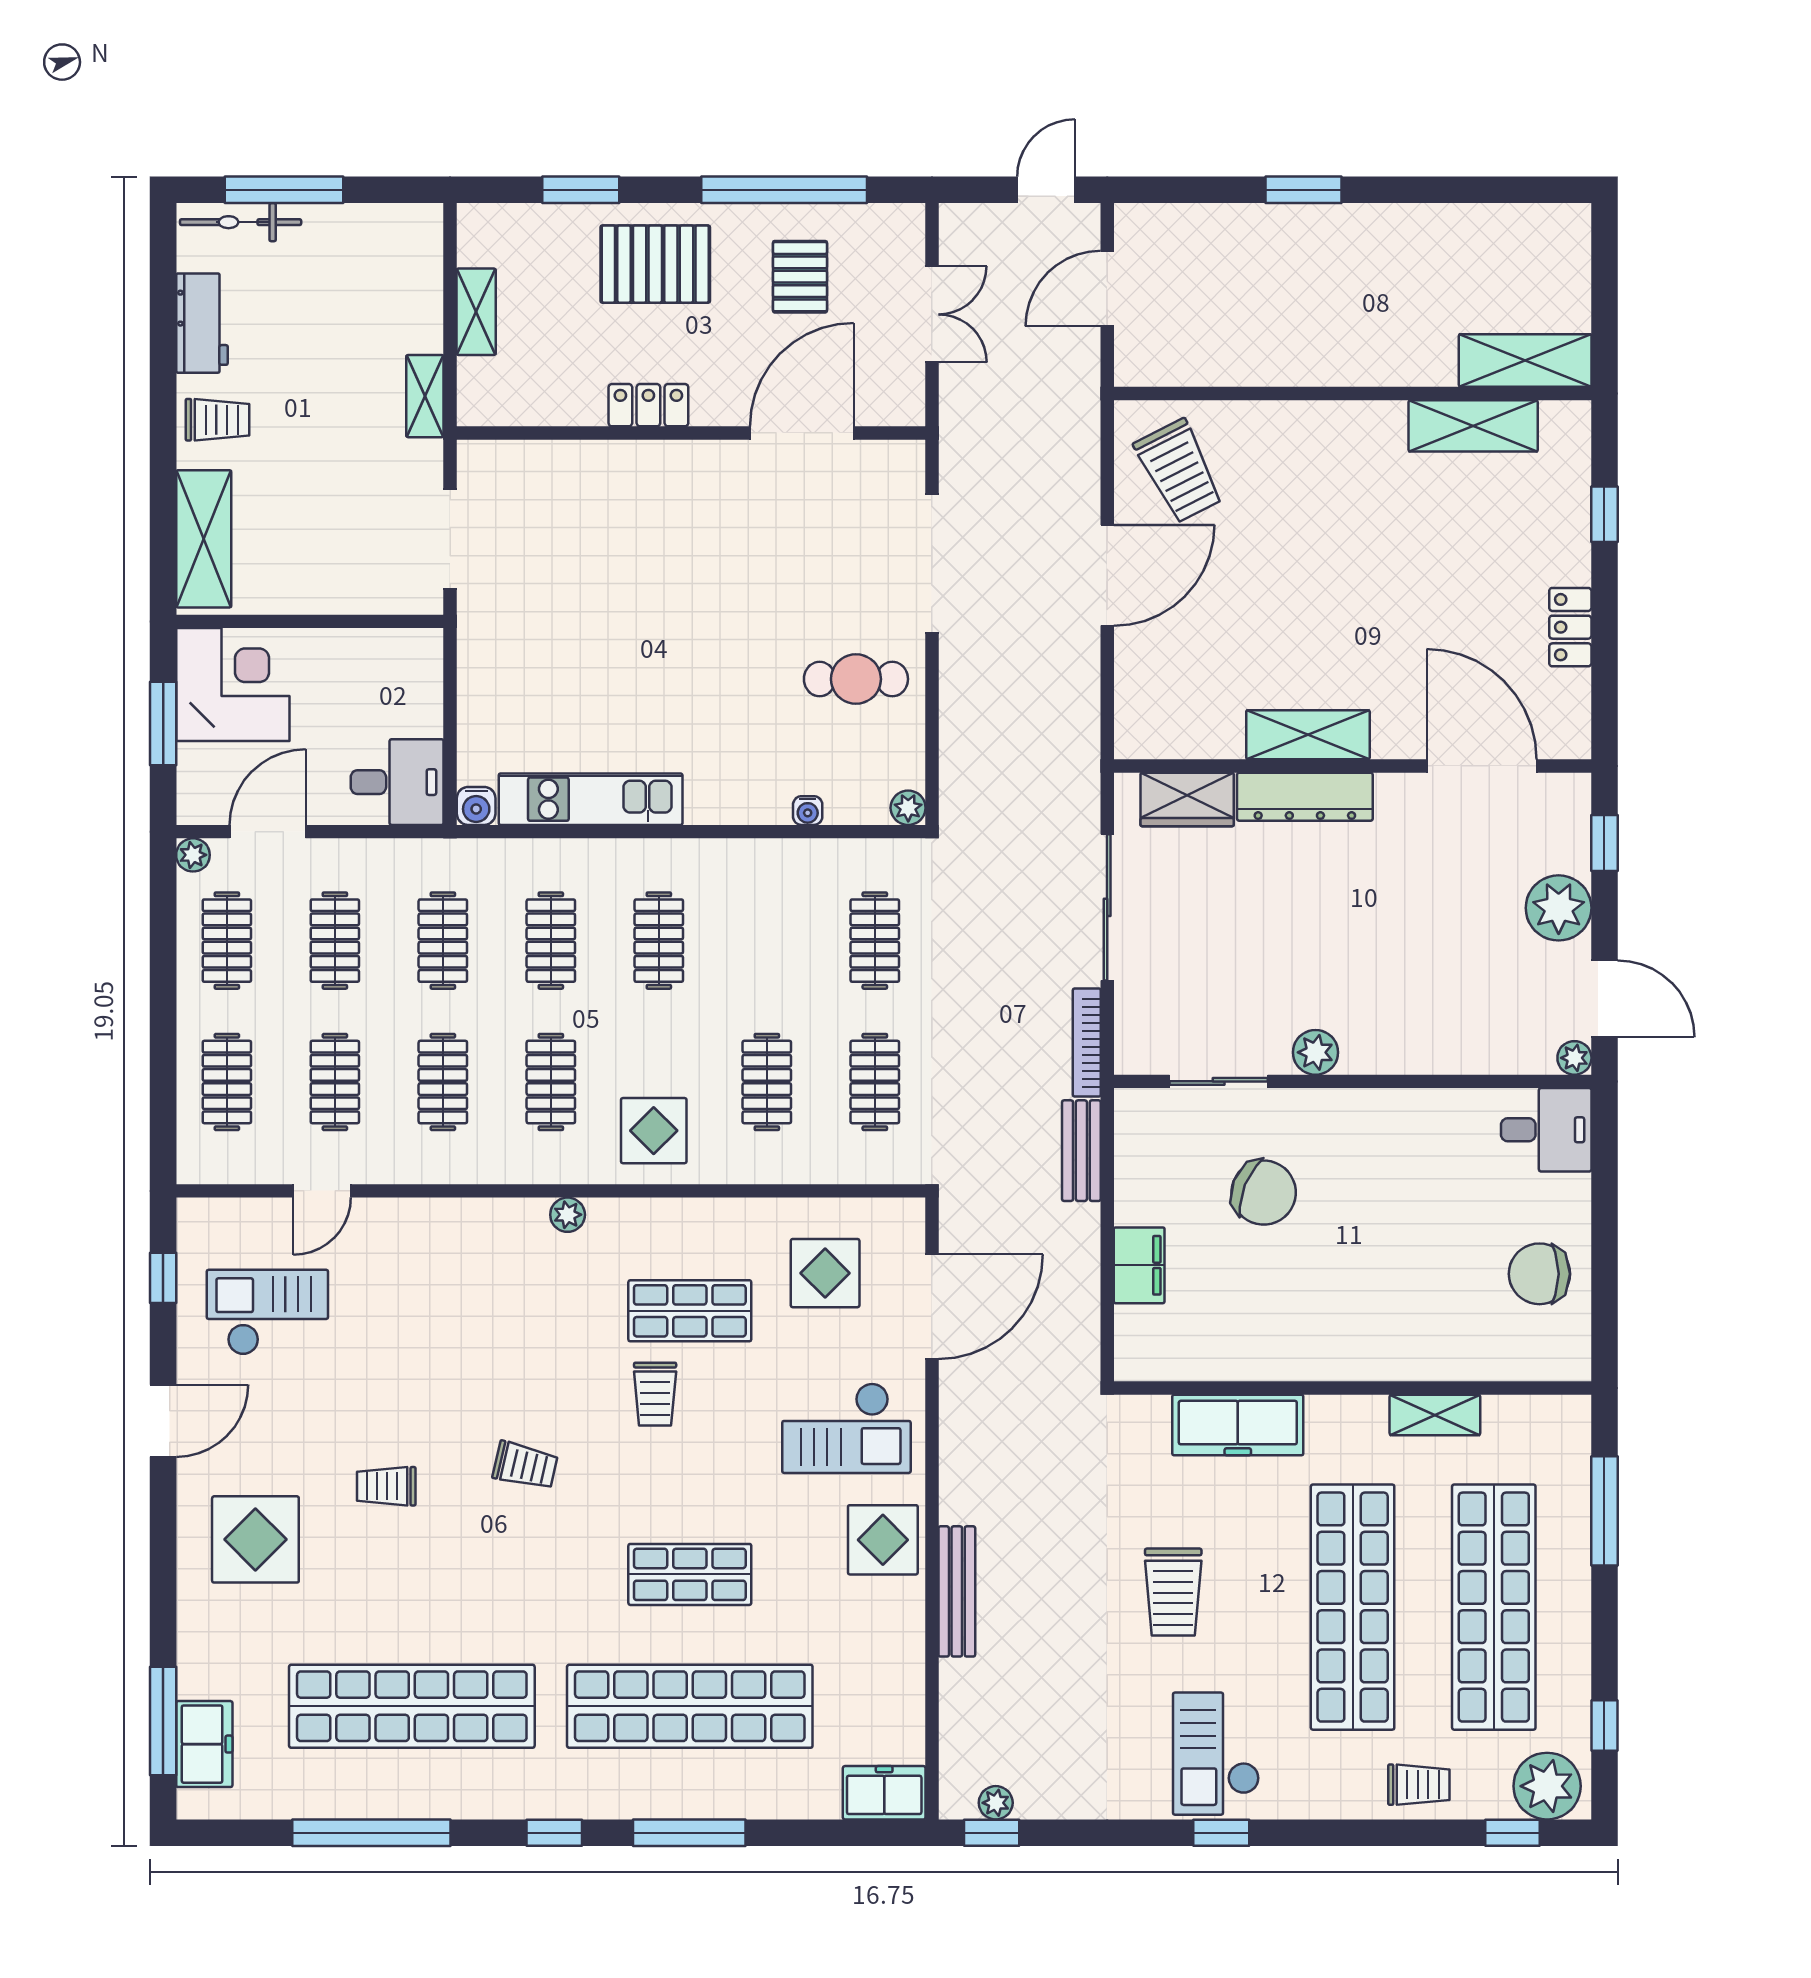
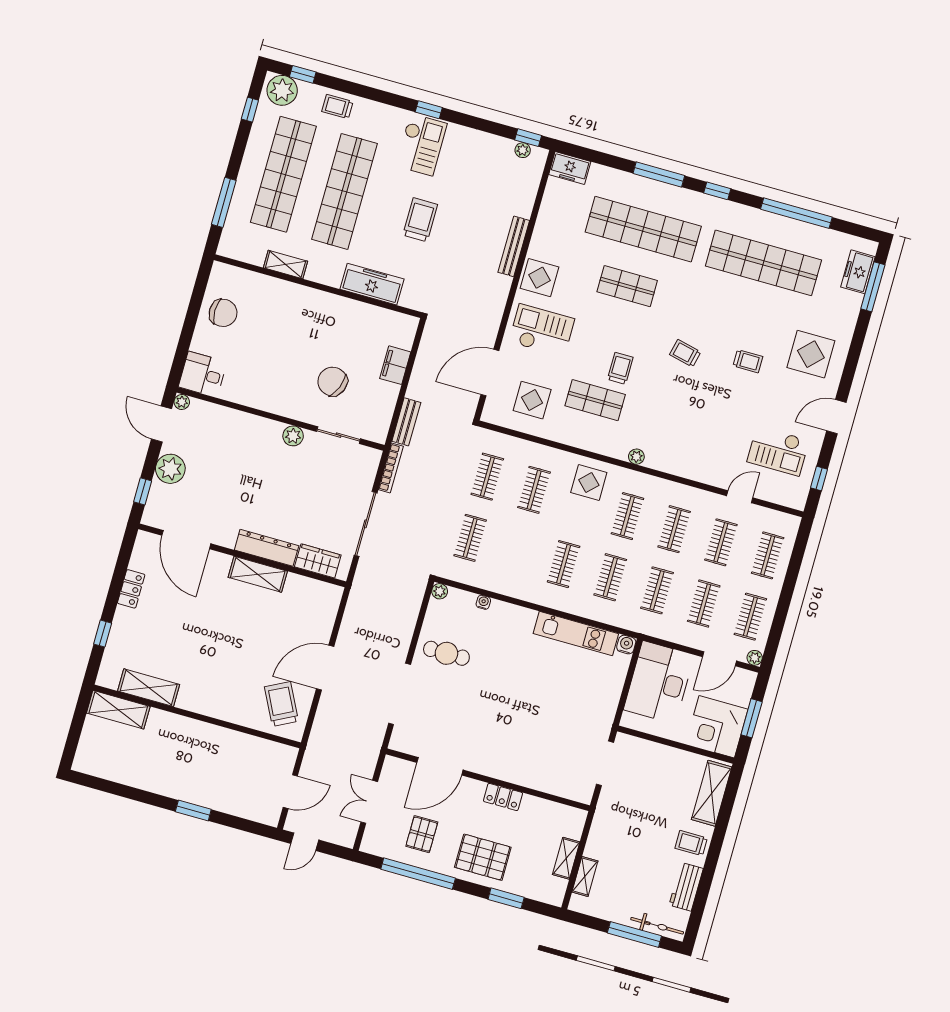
shelving: (425, 396) -> (585, 877), moved
desk: (397, 782) -> (659, 682), width x1.87, depth x1.30

